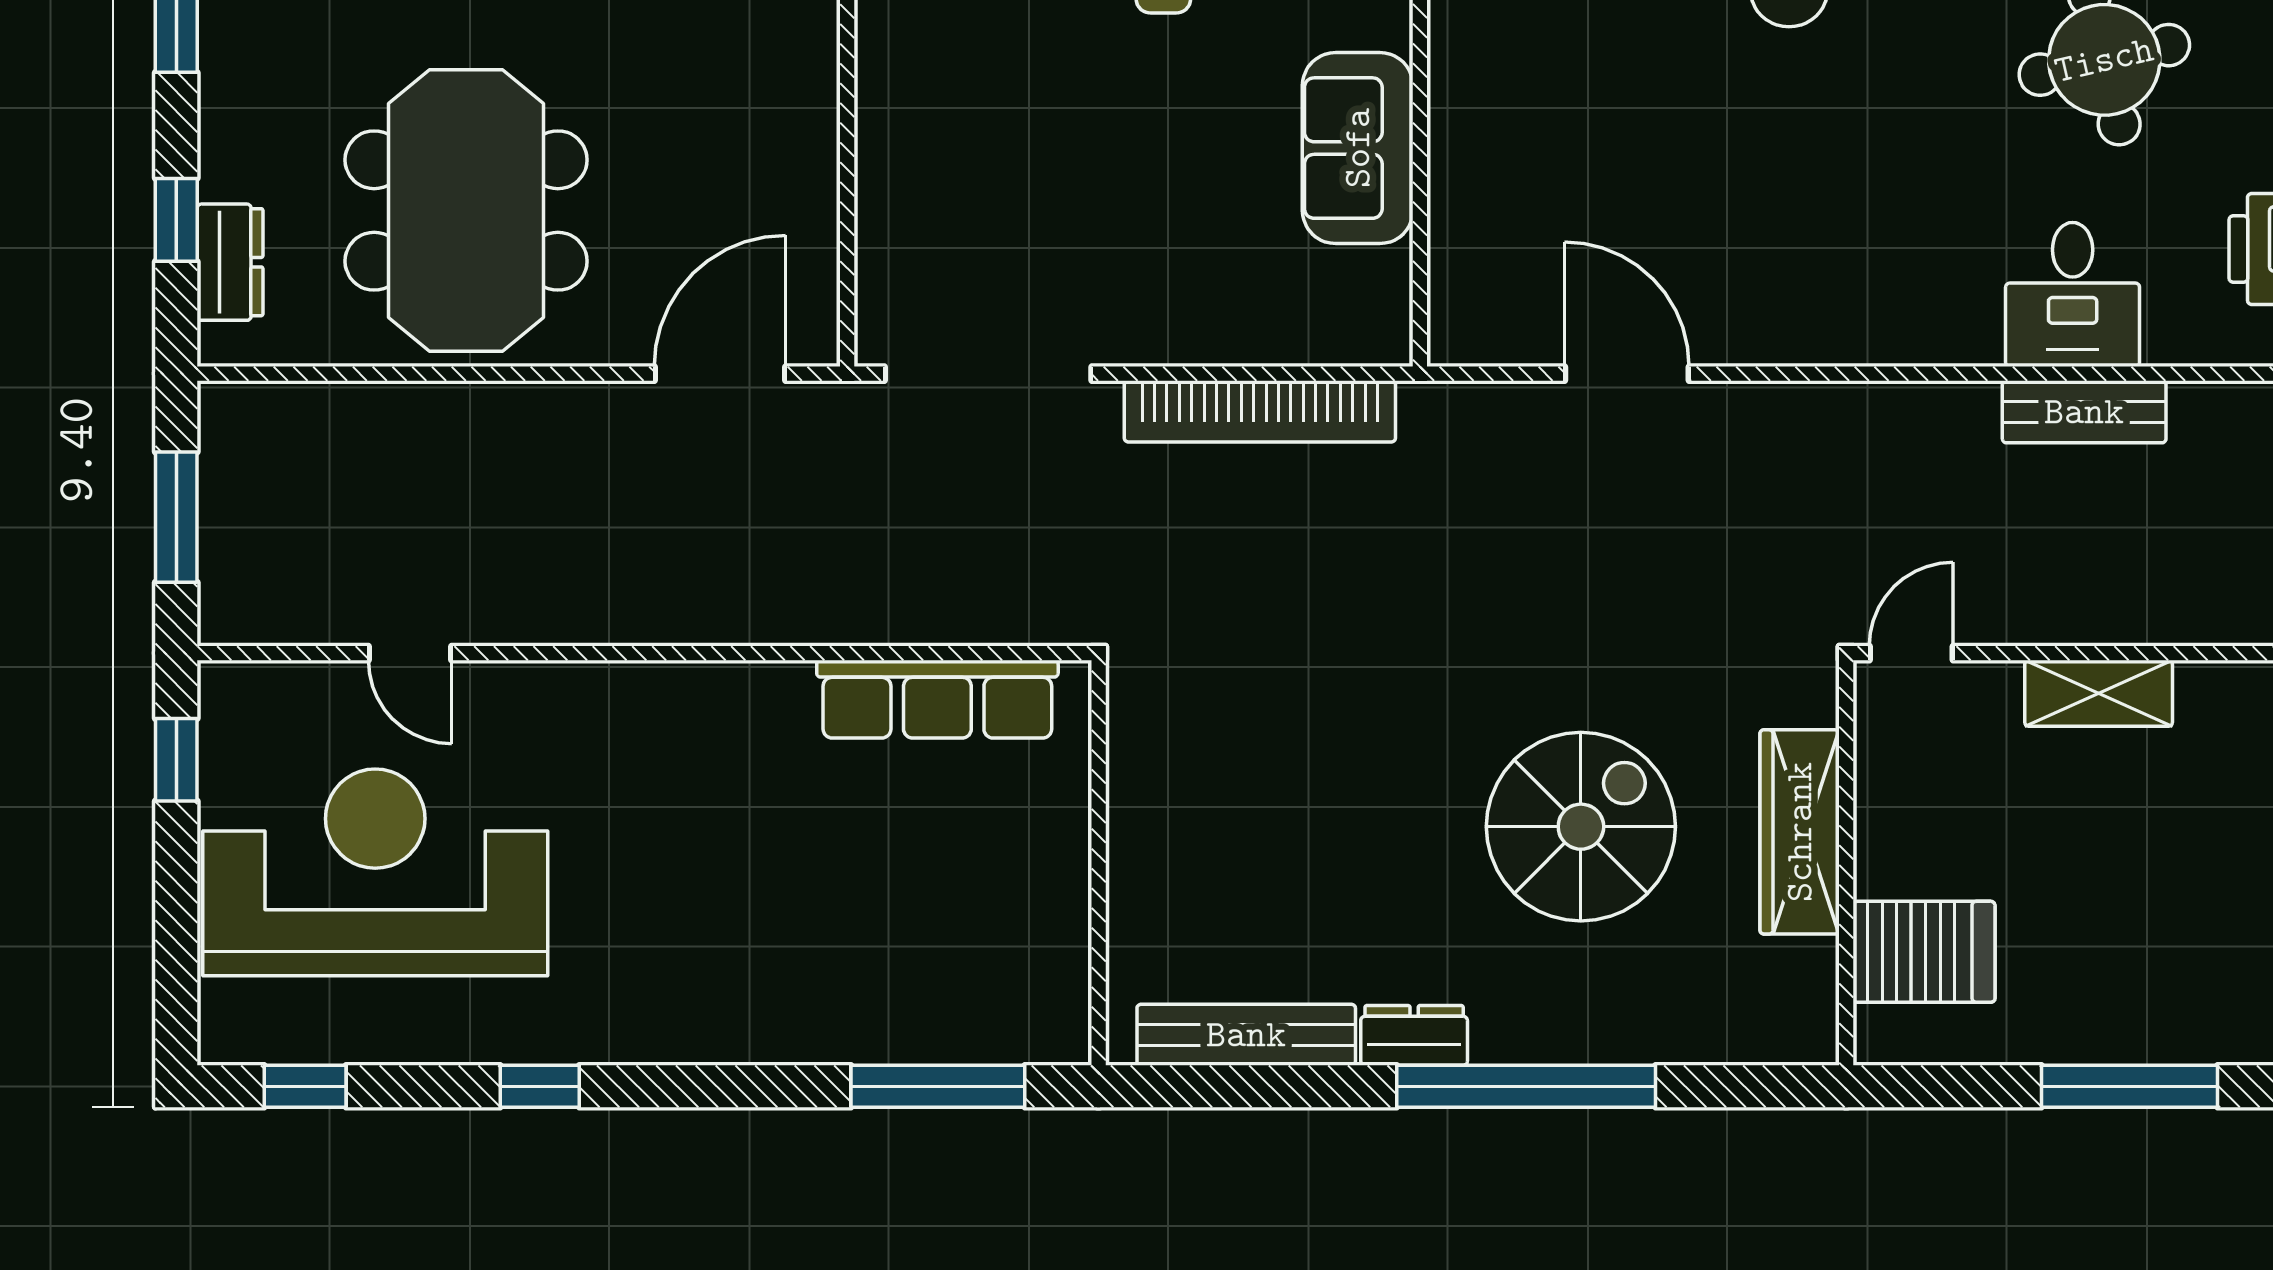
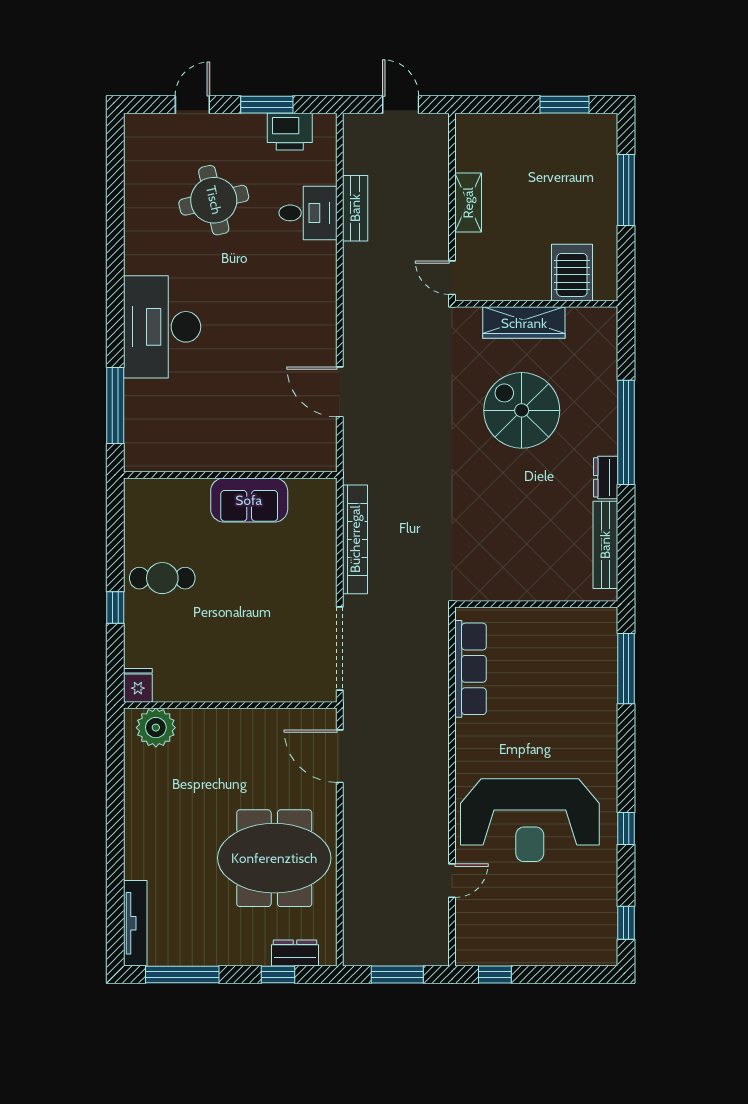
door: (1627, 374) -> (340, 392), hinge flipped
reception desk: (375, 872) -> (530, 820), moved, turned -90

